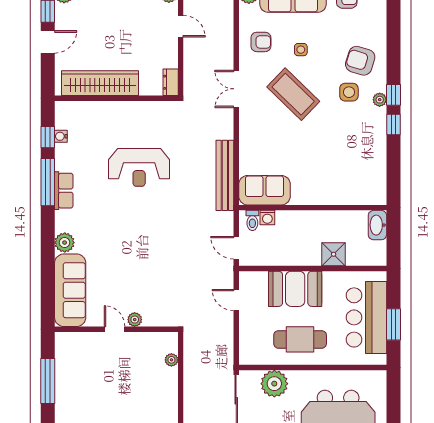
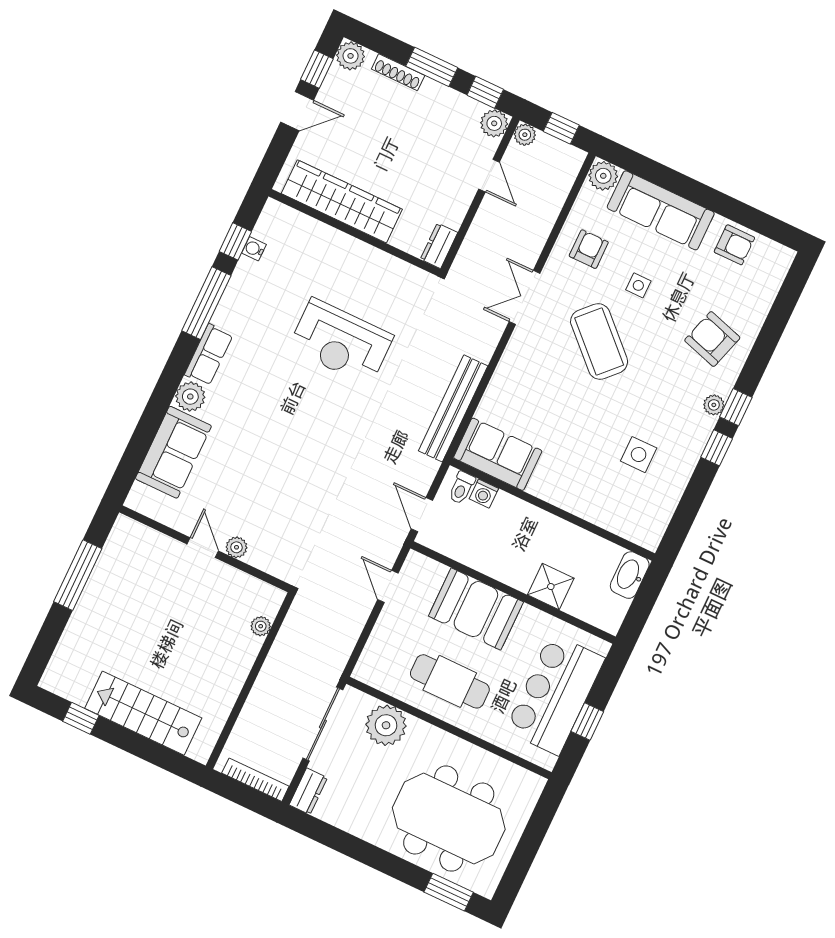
armchair: (261, 42) -> (589, 249), turned -90
side table: (349, 92) -> (639, 455), moved
row of seats: (64, 191) -> (209, 355), moved
sofa: (70, 290) -> (173, 452), width x0.73
window: (393, 324) -> (587, 721), width x0.67

